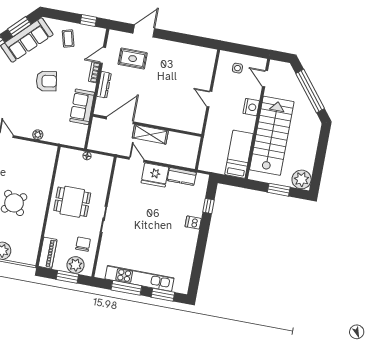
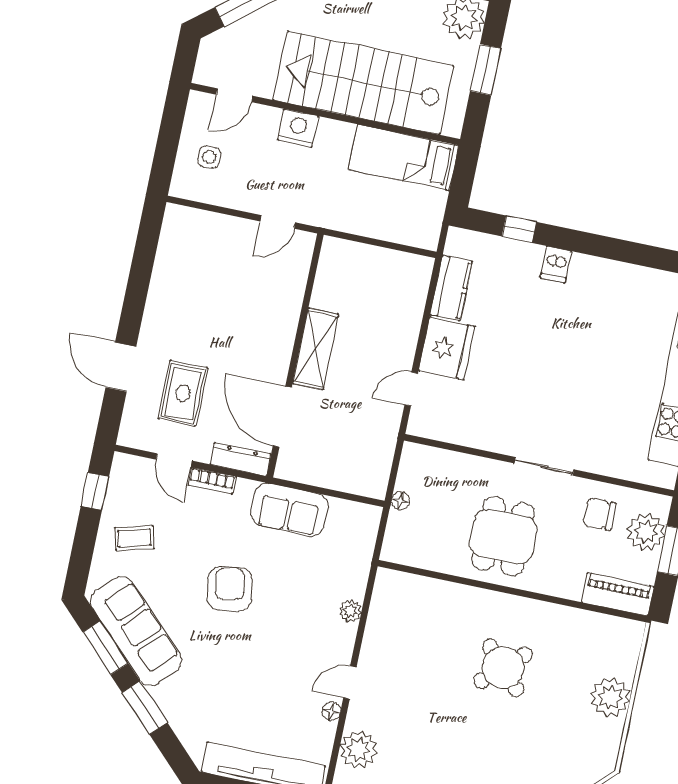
door: (120, 120) -> (282, 417), moved
wall: (147, 125) -> (295, 356), moved
shelving: (150, 134) -> (316, 349), moved

